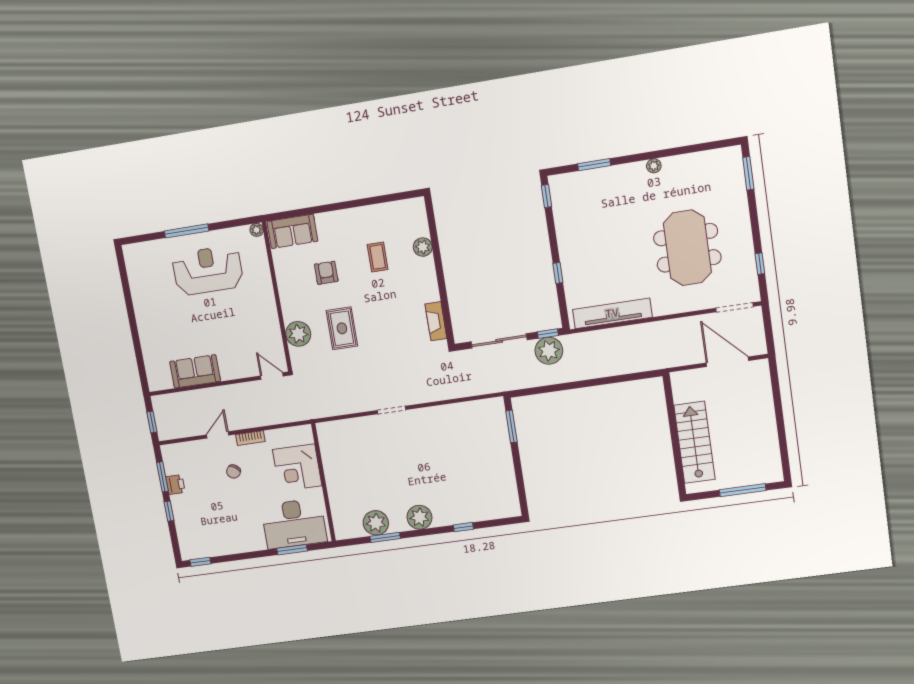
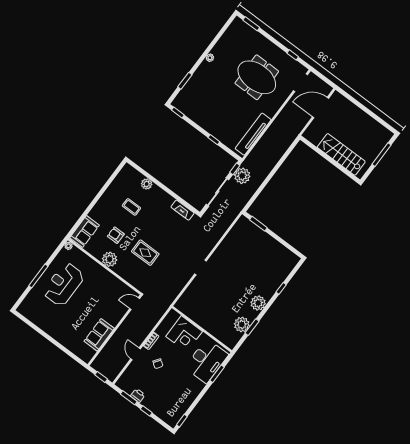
plant: (298, 334) -> (110, 259), moved

